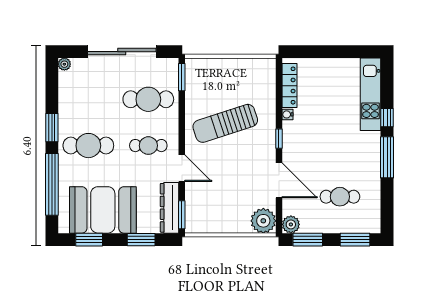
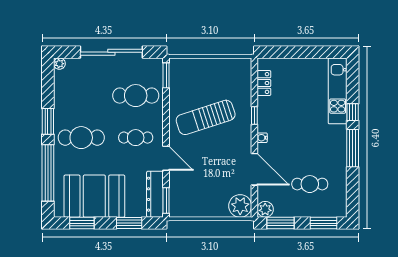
locker: (289, 86) -> (264, 83), width x0.66
water cooler: (287, 114) -> (262, 138), moved
window: (279, 139) -> (254, 116), moved

